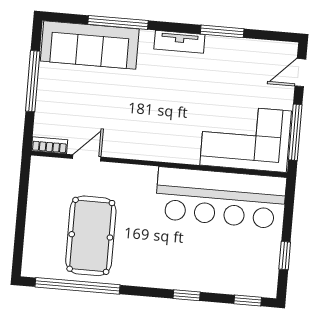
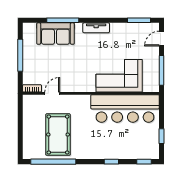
window: (222, 31) -> (139, 20), moved
sofa: (90, 45) -> (55, 34), width x0.73
corner sofa: (246, 138) -> (119, 76), moved

